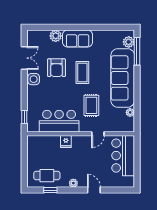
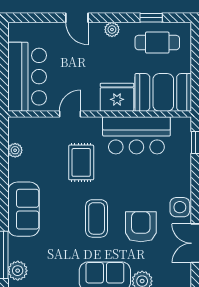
sofa: (123, 78) -> (24, 209), width x0.54, depth x0.79
fridge: (66, 141) -> (117, 97), width x1.88, depth x1.34
booth: (43, 146) -> (163, 92), added

